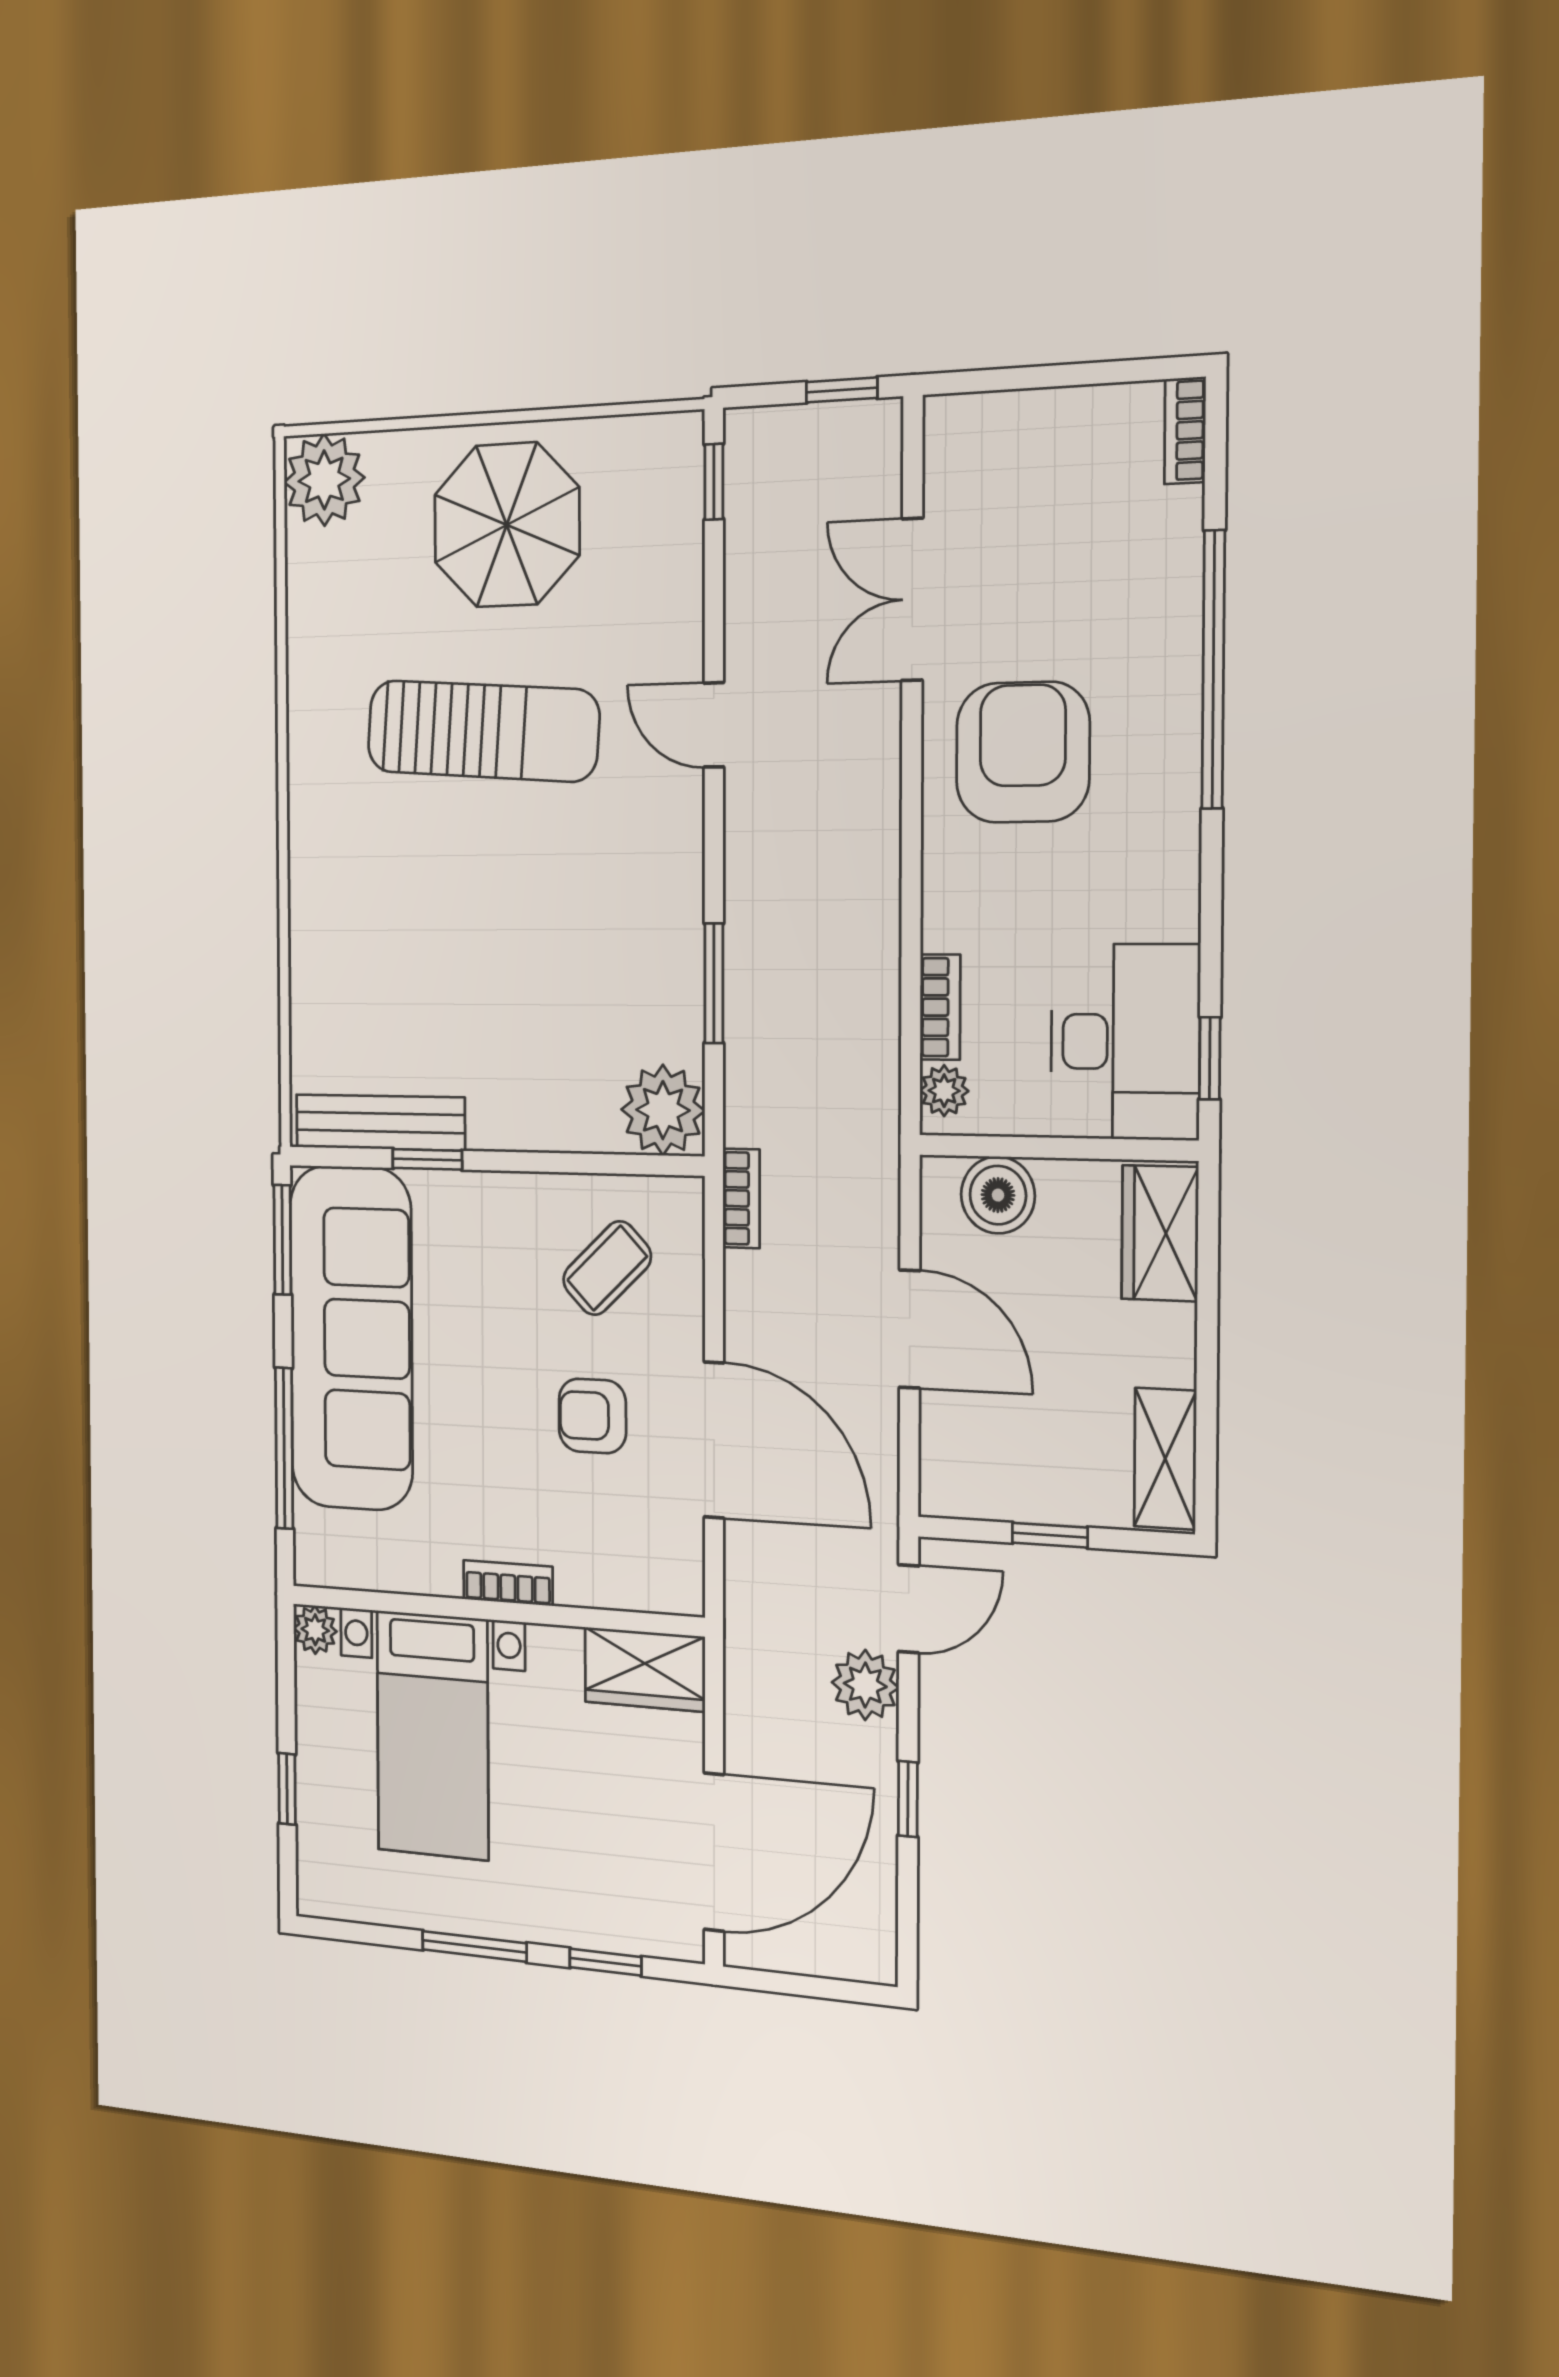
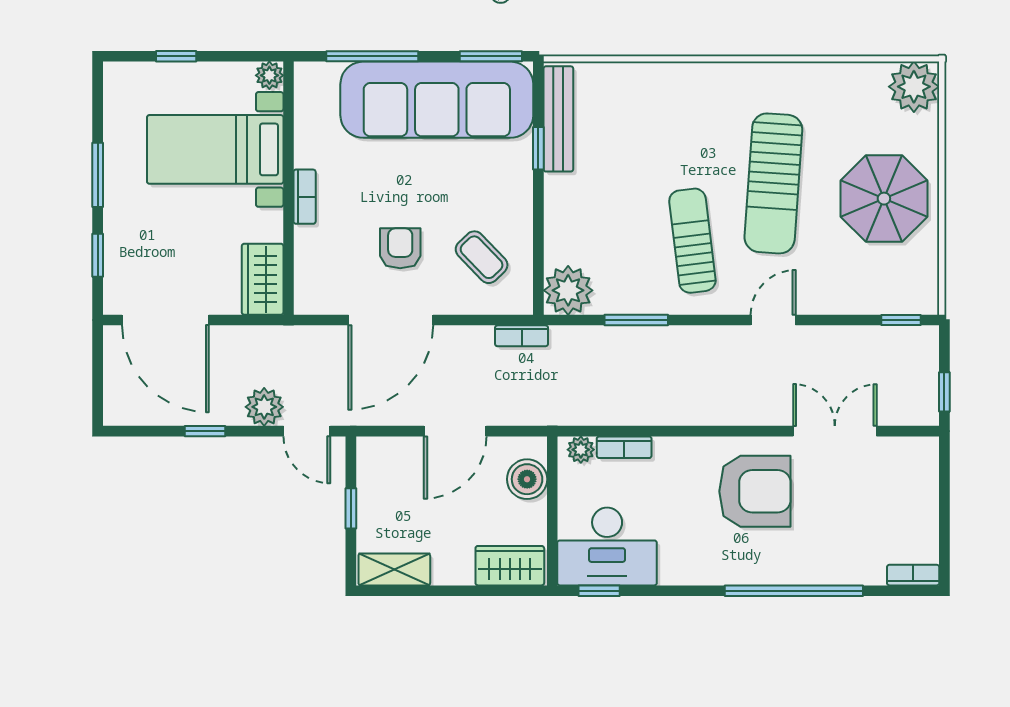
sun lounger: (578, 879) -> (692, 241), added

